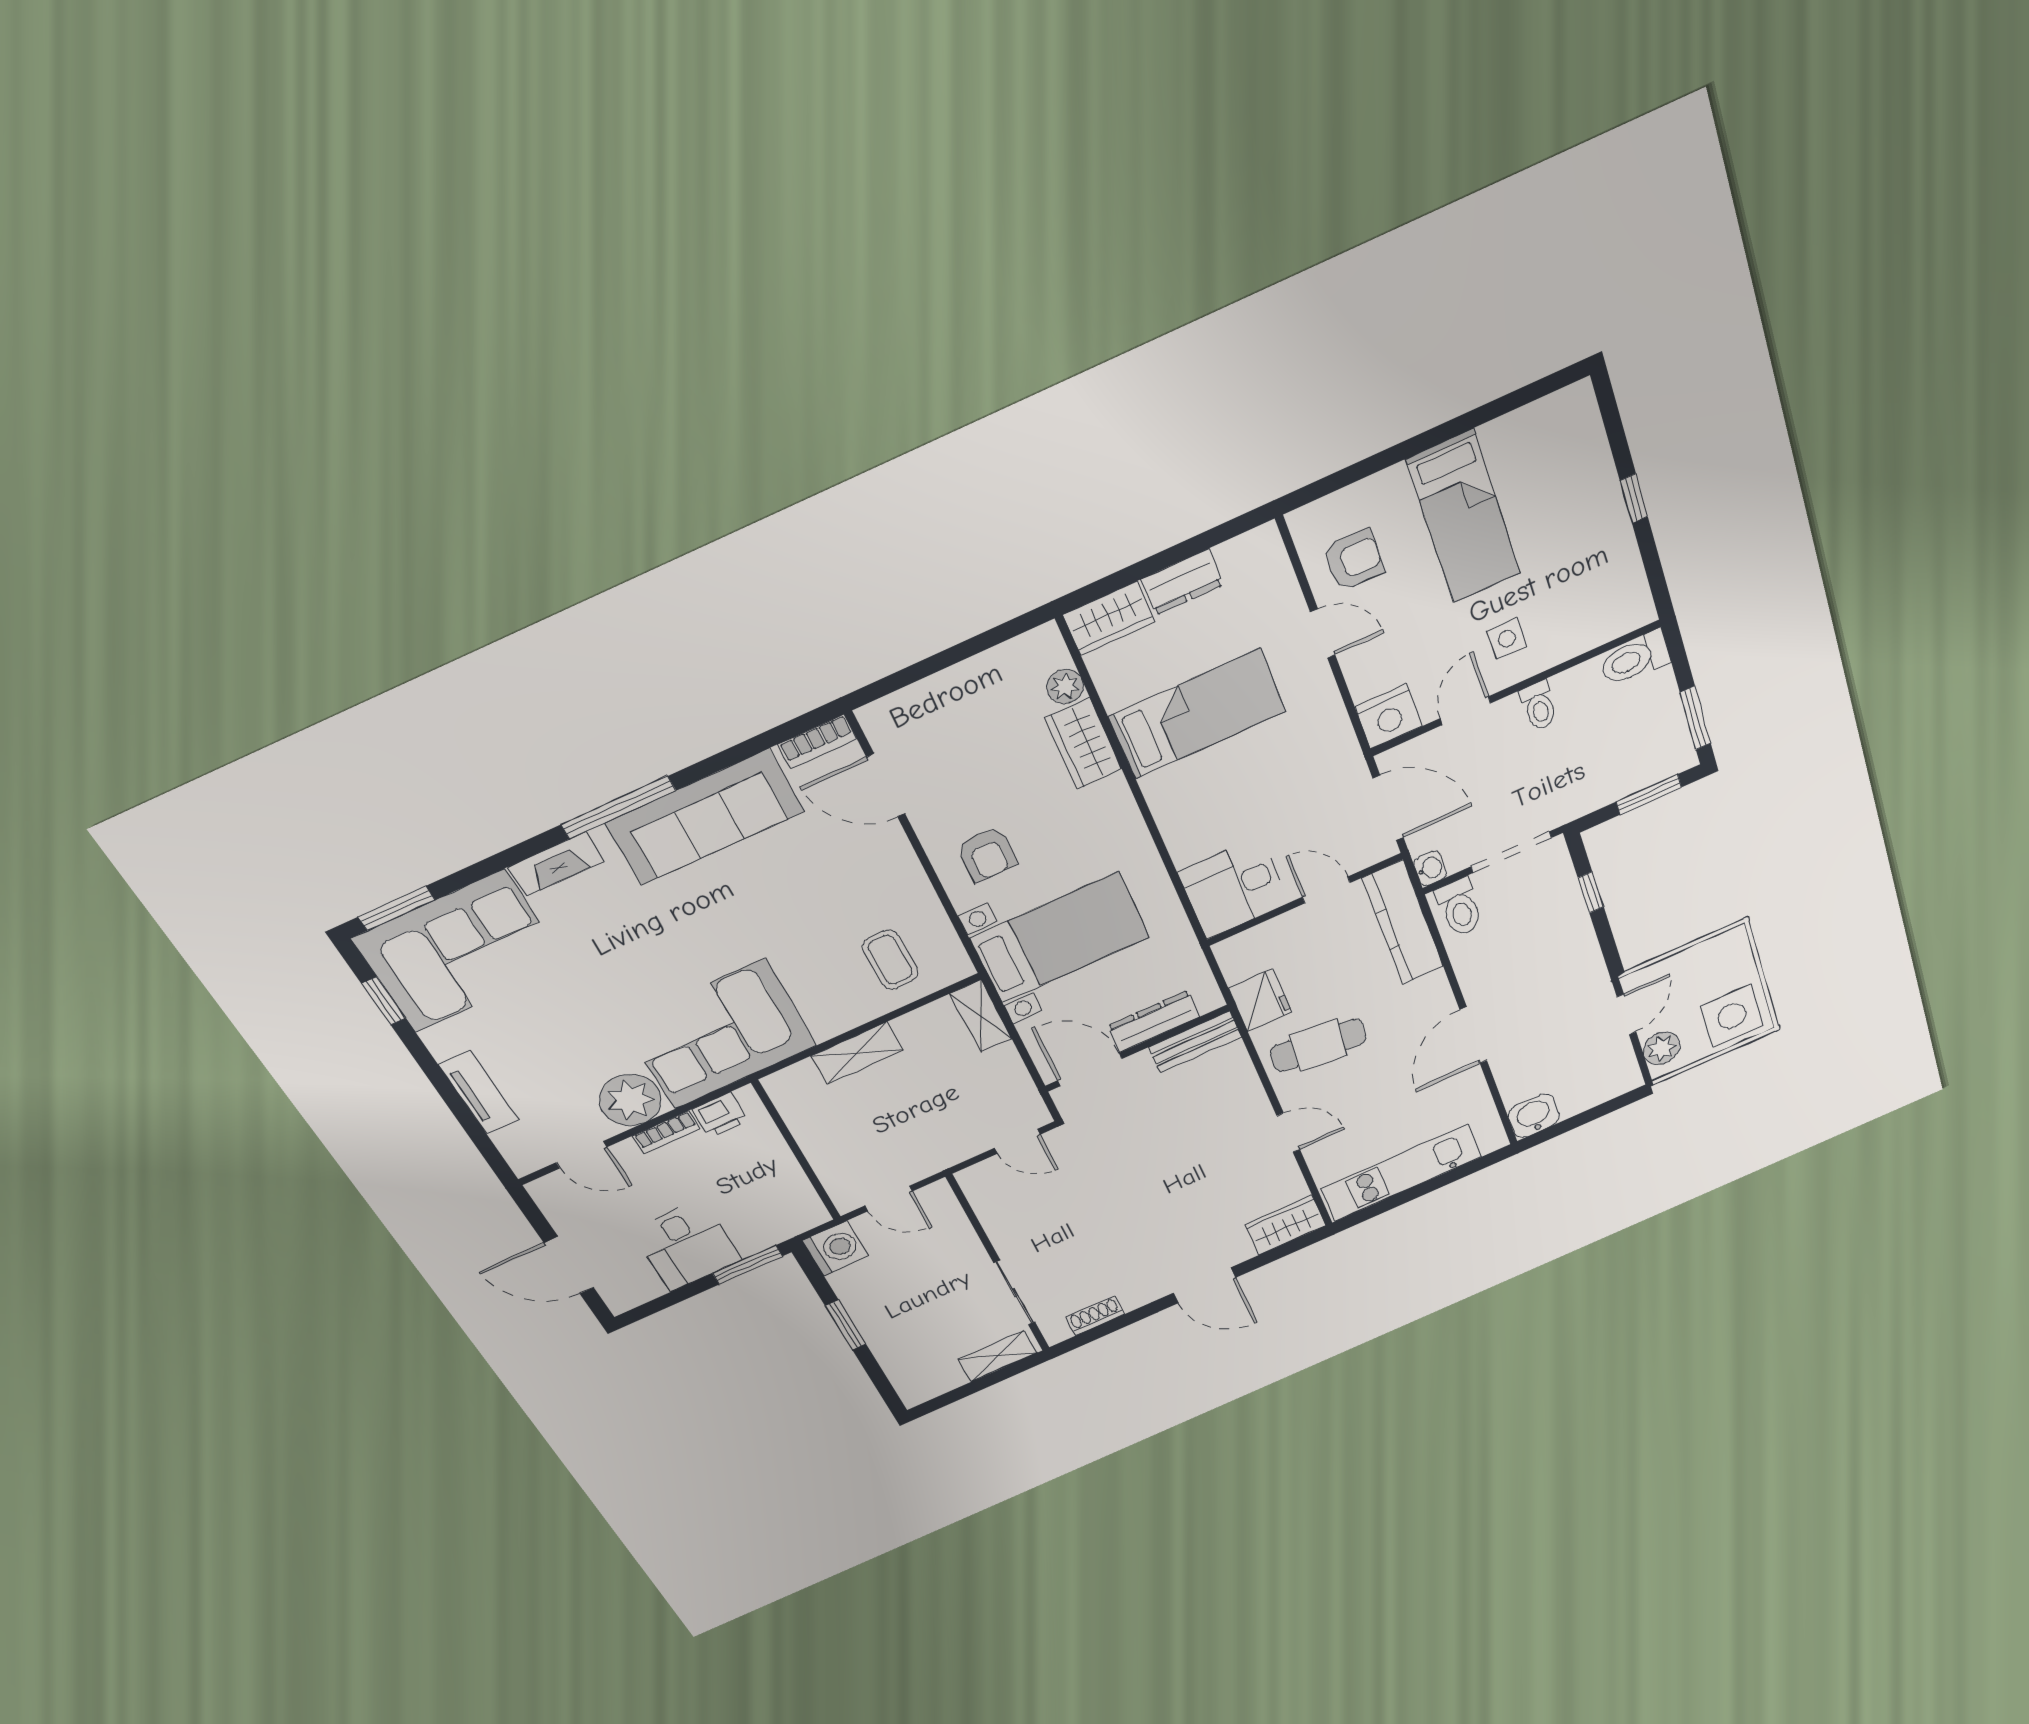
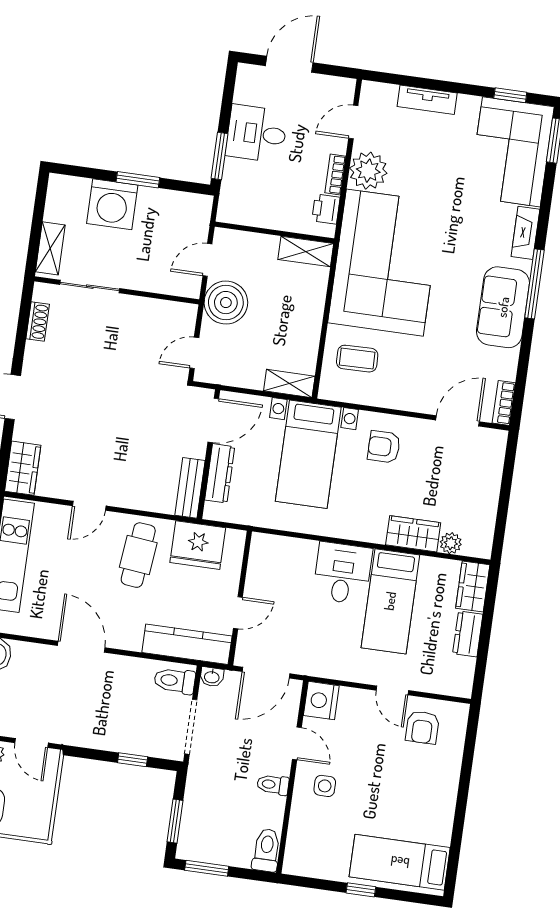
bed: (1464, 517) -> (400, 862), moved
door: (1323, 634) -> (392, 690), hinge flipped
sofa: (705, 817) -> (503, 307), width x0.73
desk: (1234, 888) -> (342, 573), moved
fridge: (1260, 1000) -> (198, 545), width x1.36, depth x1.34
corner sofa: (720, 1034) -> (385, 263), width x1.36, depth x1.36
shelving: (857, 1053) -> (306, 251), moved, turned 90
boiler: (928, 1147) -> (226, 303), added
washing machine: (836, 1248) -> (112, 204), moved, width x1.37, depth x1.37

